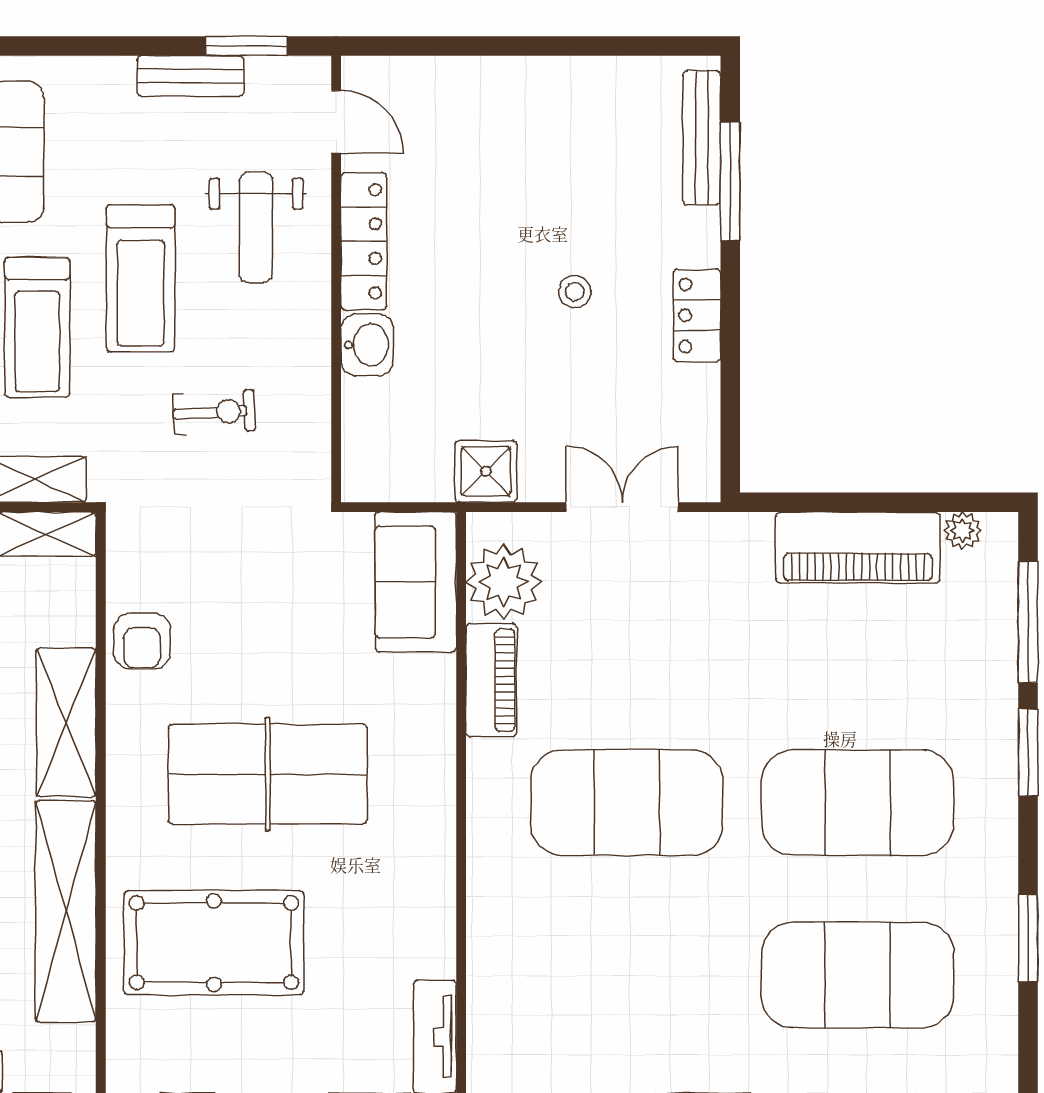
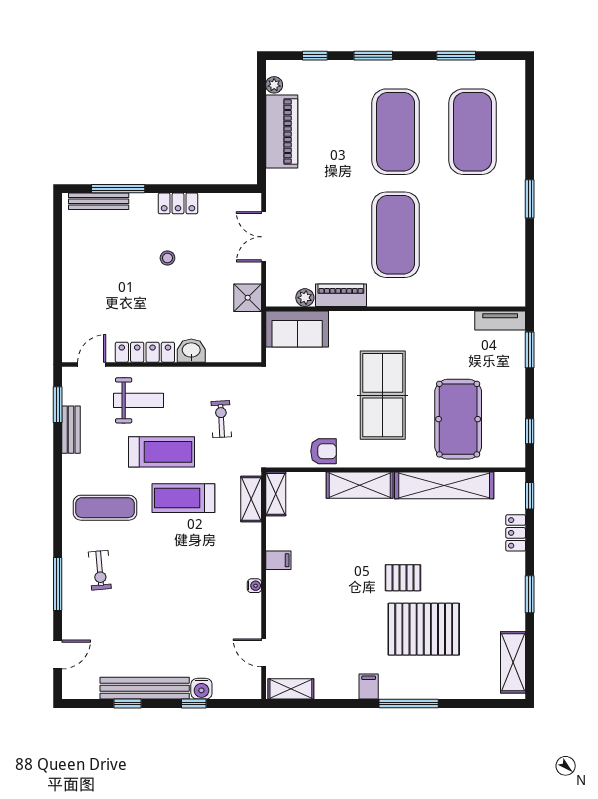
treadmill: (37, 327) -> (183, 498), turned 180
plant: (504, 582) -> (305, 298), width x0.53, depth x0.53
window: (1028, 622) -> (315, 56), width x0.46

